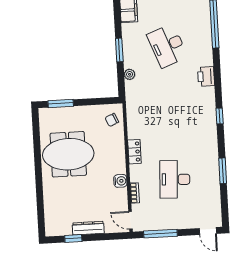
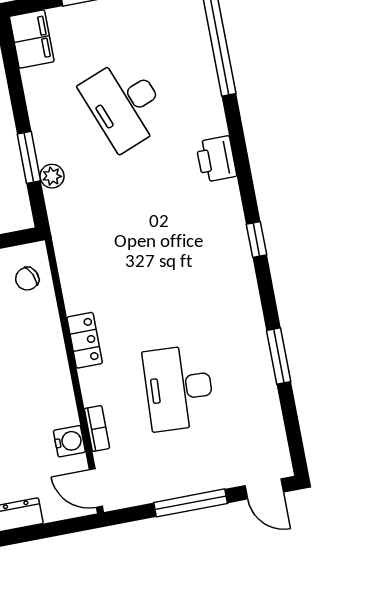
window: (119, 50) -> (29, 157), moved
water cooler: (120, 181) -> (69, 441), moved
window: (160, 234) -> (191, 503), moved

